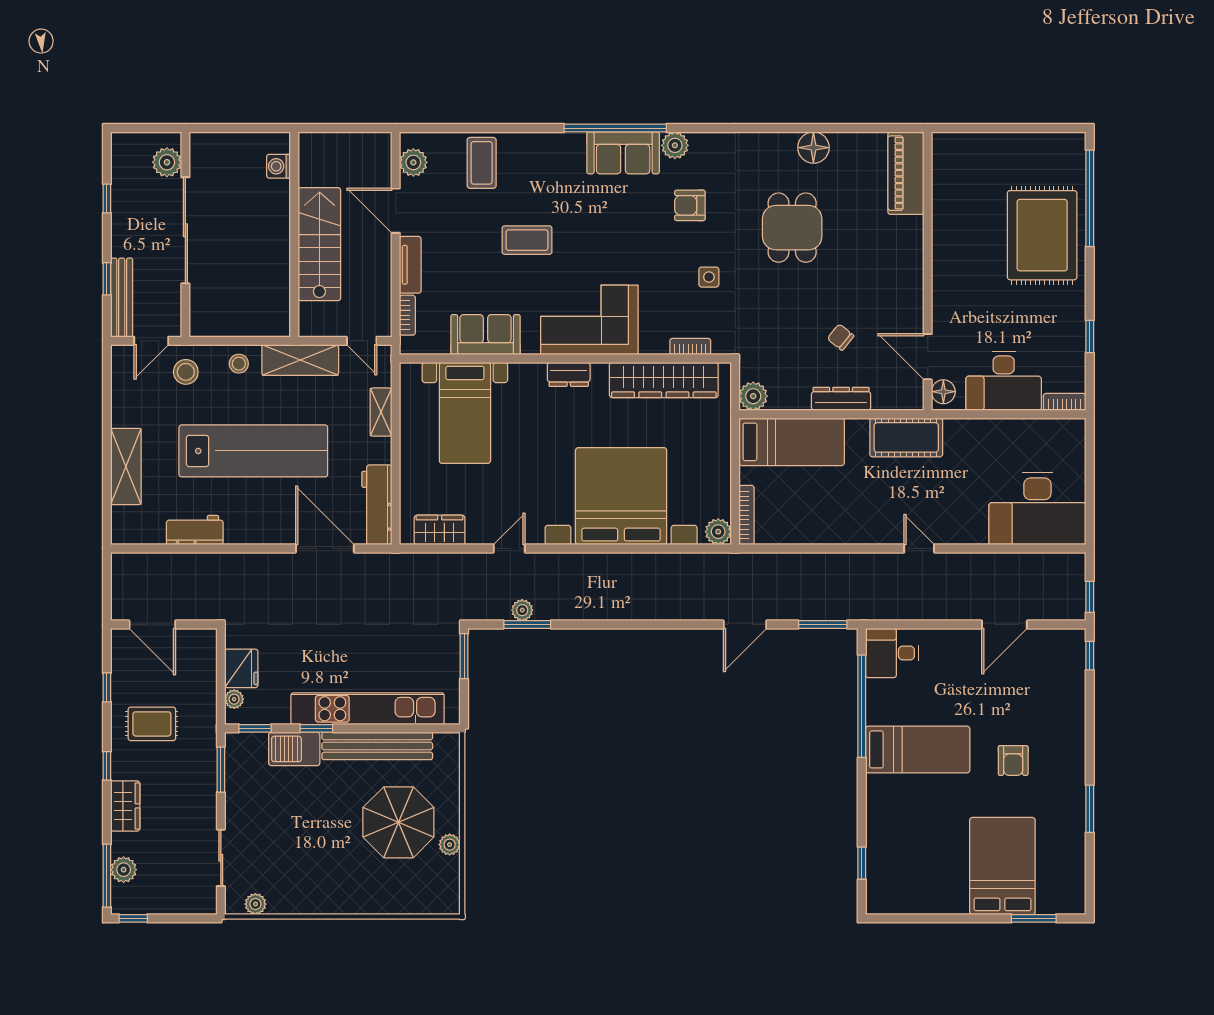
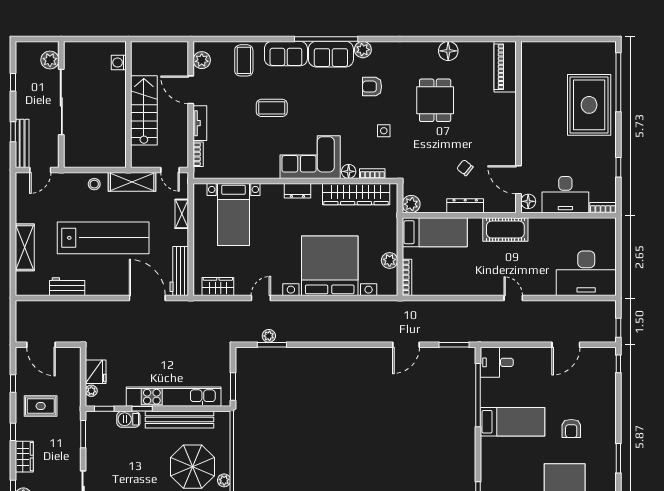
sofa: (485, 335) -> (286, 54), moved, turned 180
floor lamp: (652, 343) -> (349, 171), added
stool: (186, 372) -> (62, 189), removed
plant: (718, 532) -> (390, 260), moved
window: (464, 656) -> (233, 386), moved
barbecue: (294, 749) -> (128, 419), width x0.73, depth x0.79

